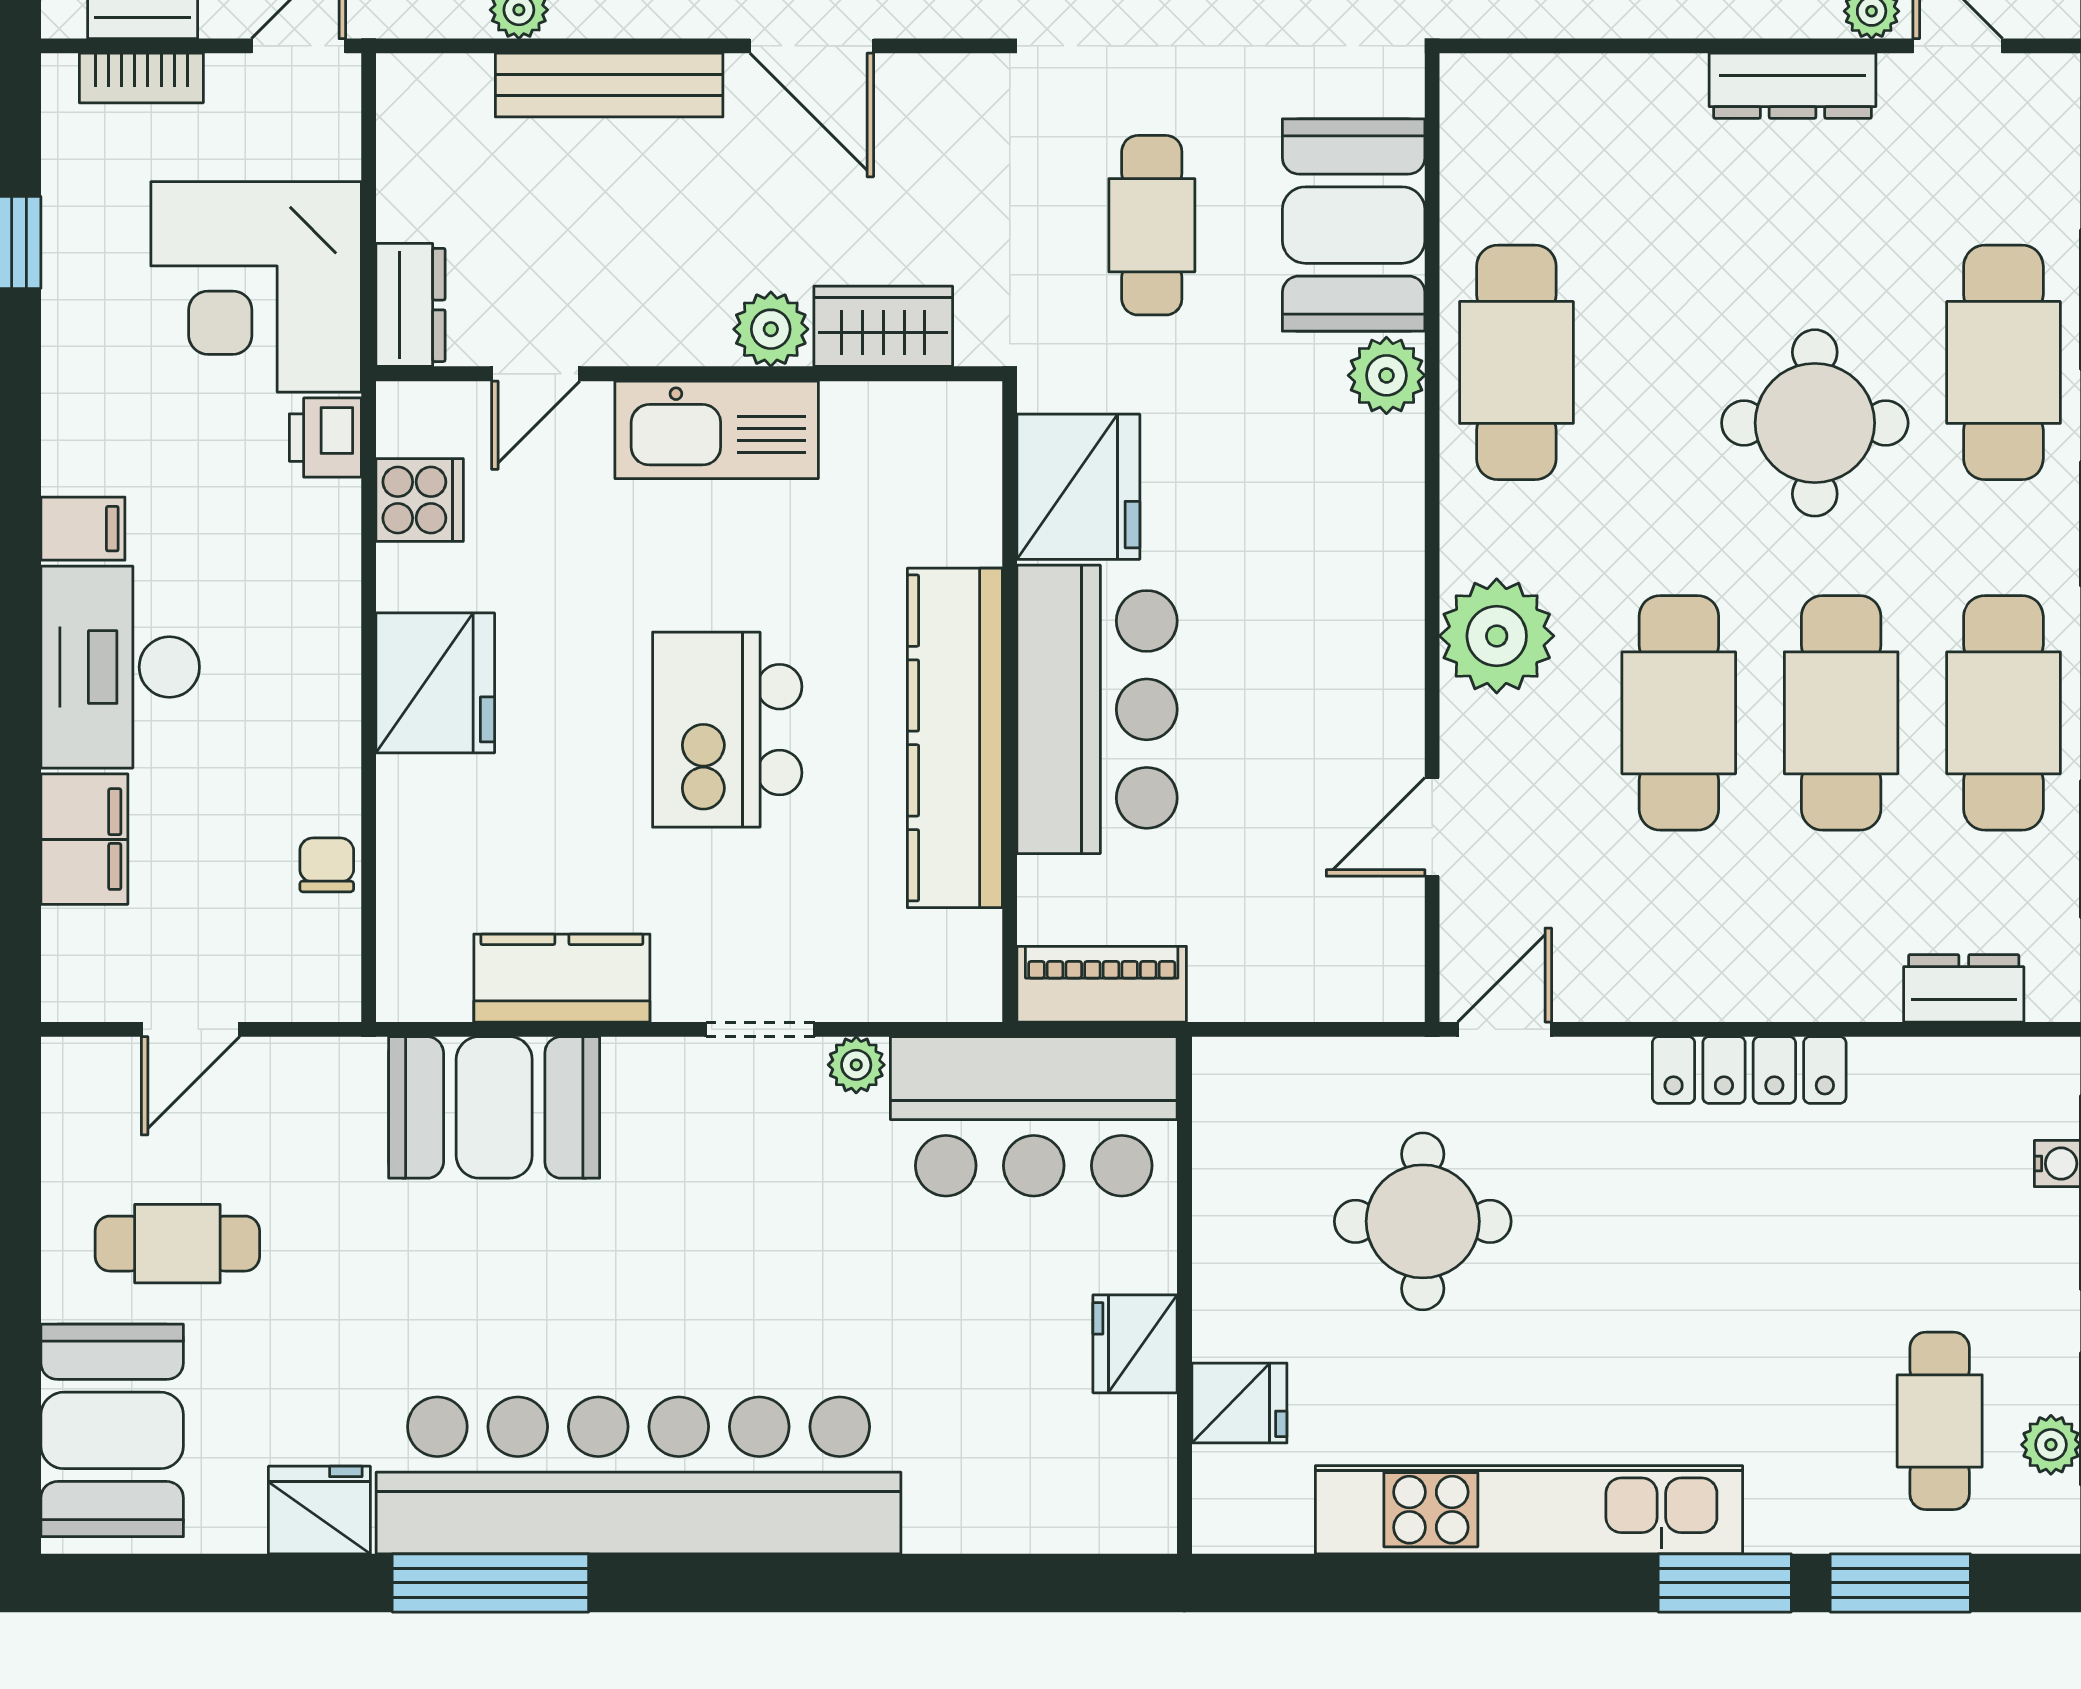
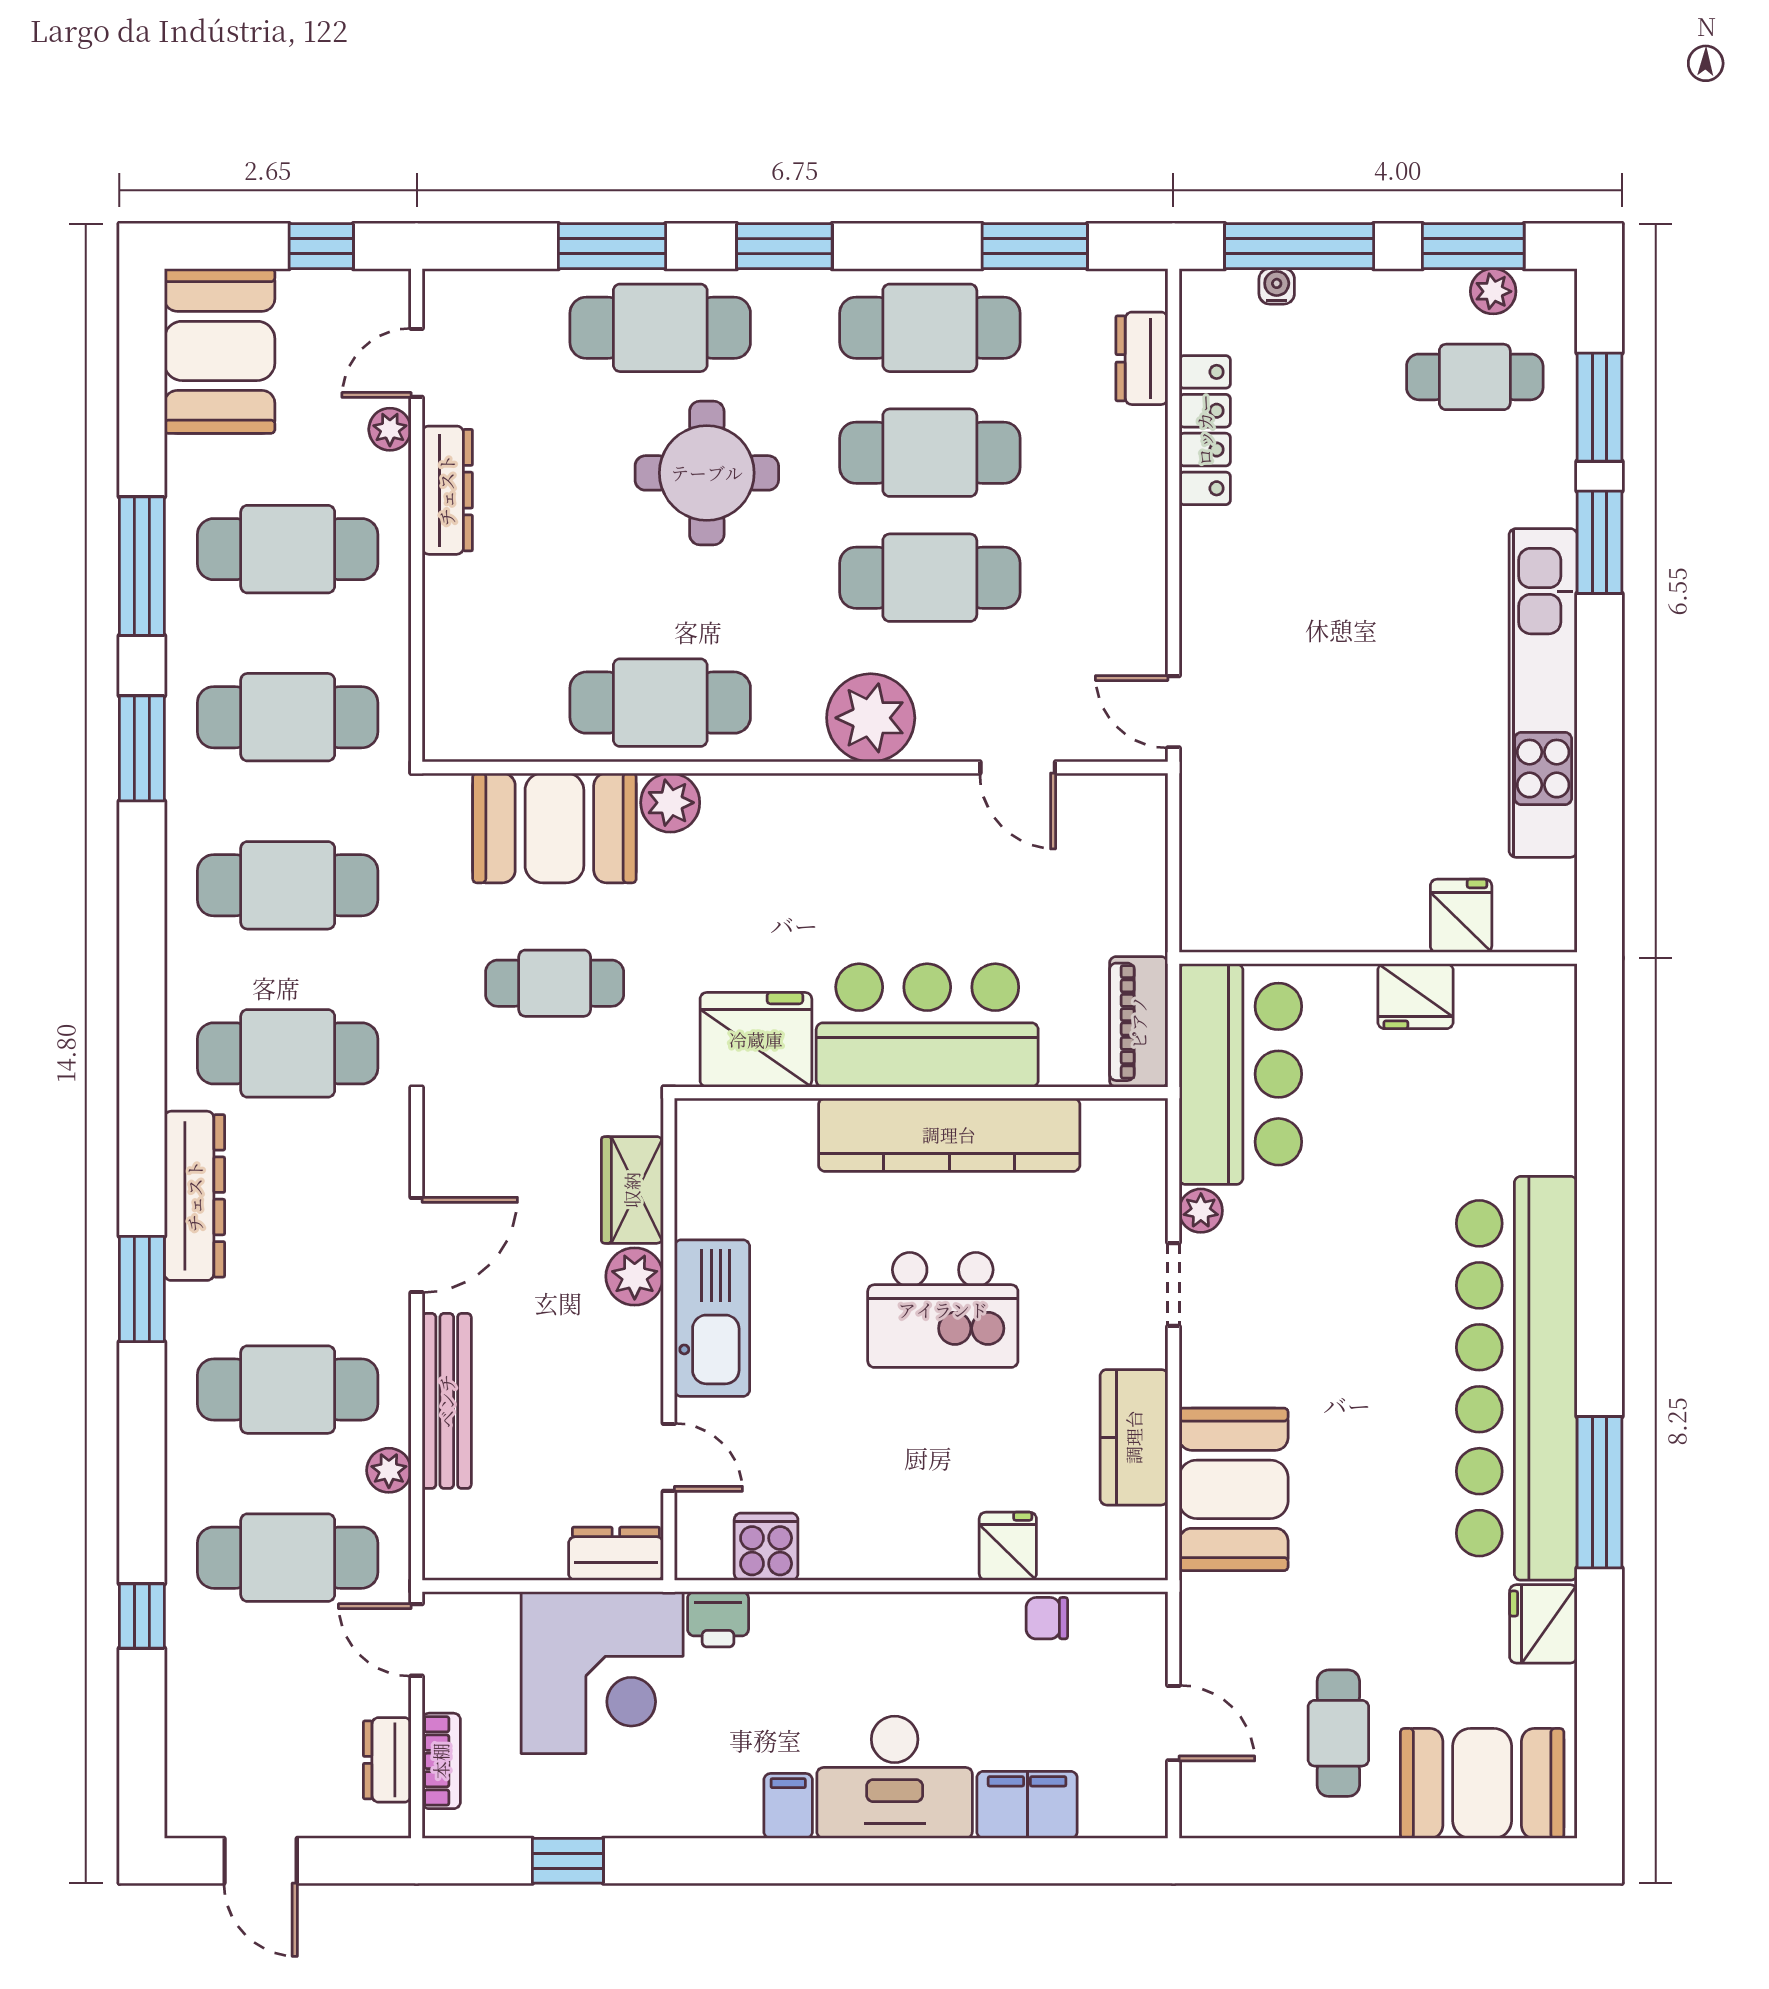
fridge: (435, 683) -> (1008, 1546), moved, width x0.53, depth x0.75
locker: (1749, 1070) -> (1205, 430), moved
round table: (1423, 1221) -> (1321, 775), removed

